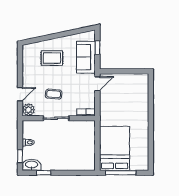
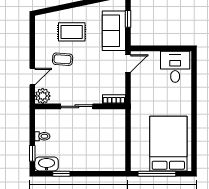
desk: (136, 86) -> (175, 67), added
coffee table: (54, 94) -> (63, 59), moved
bed: (115, 148) -> (168, 144), moved

